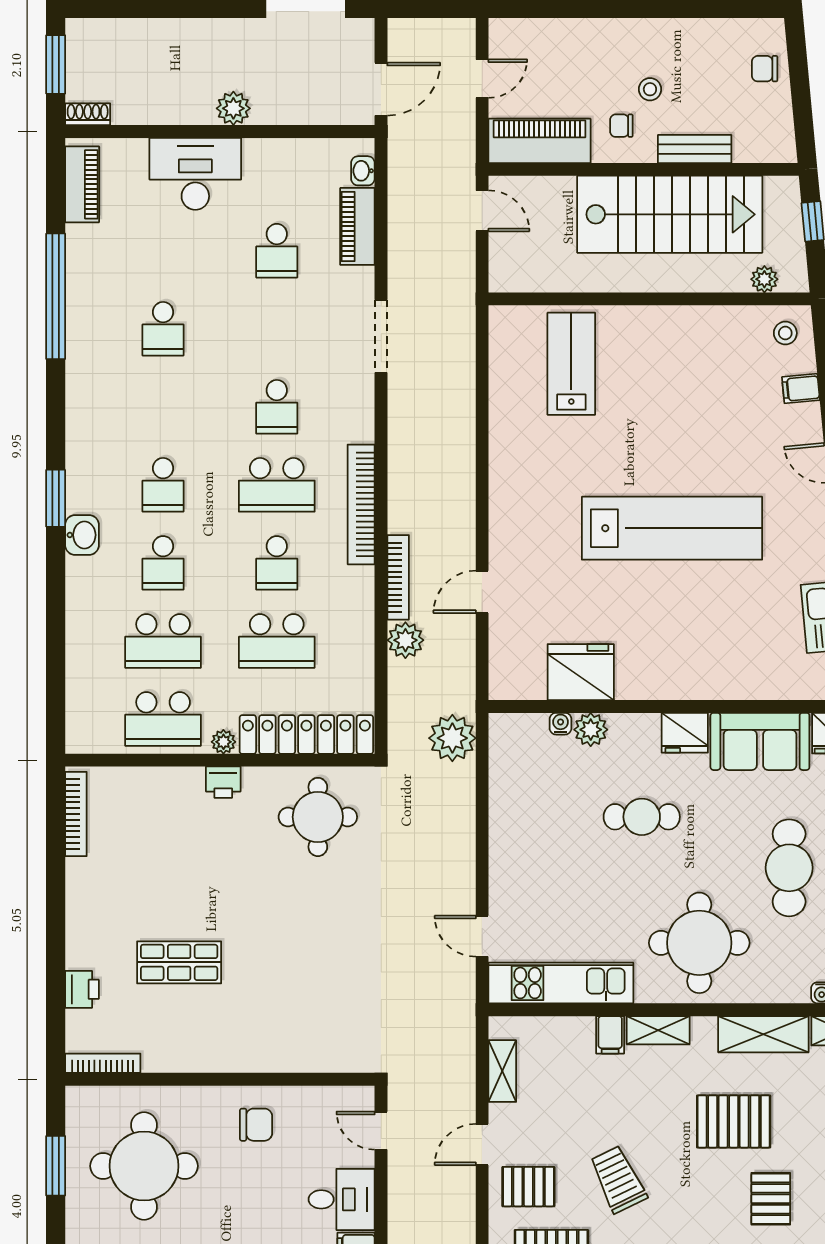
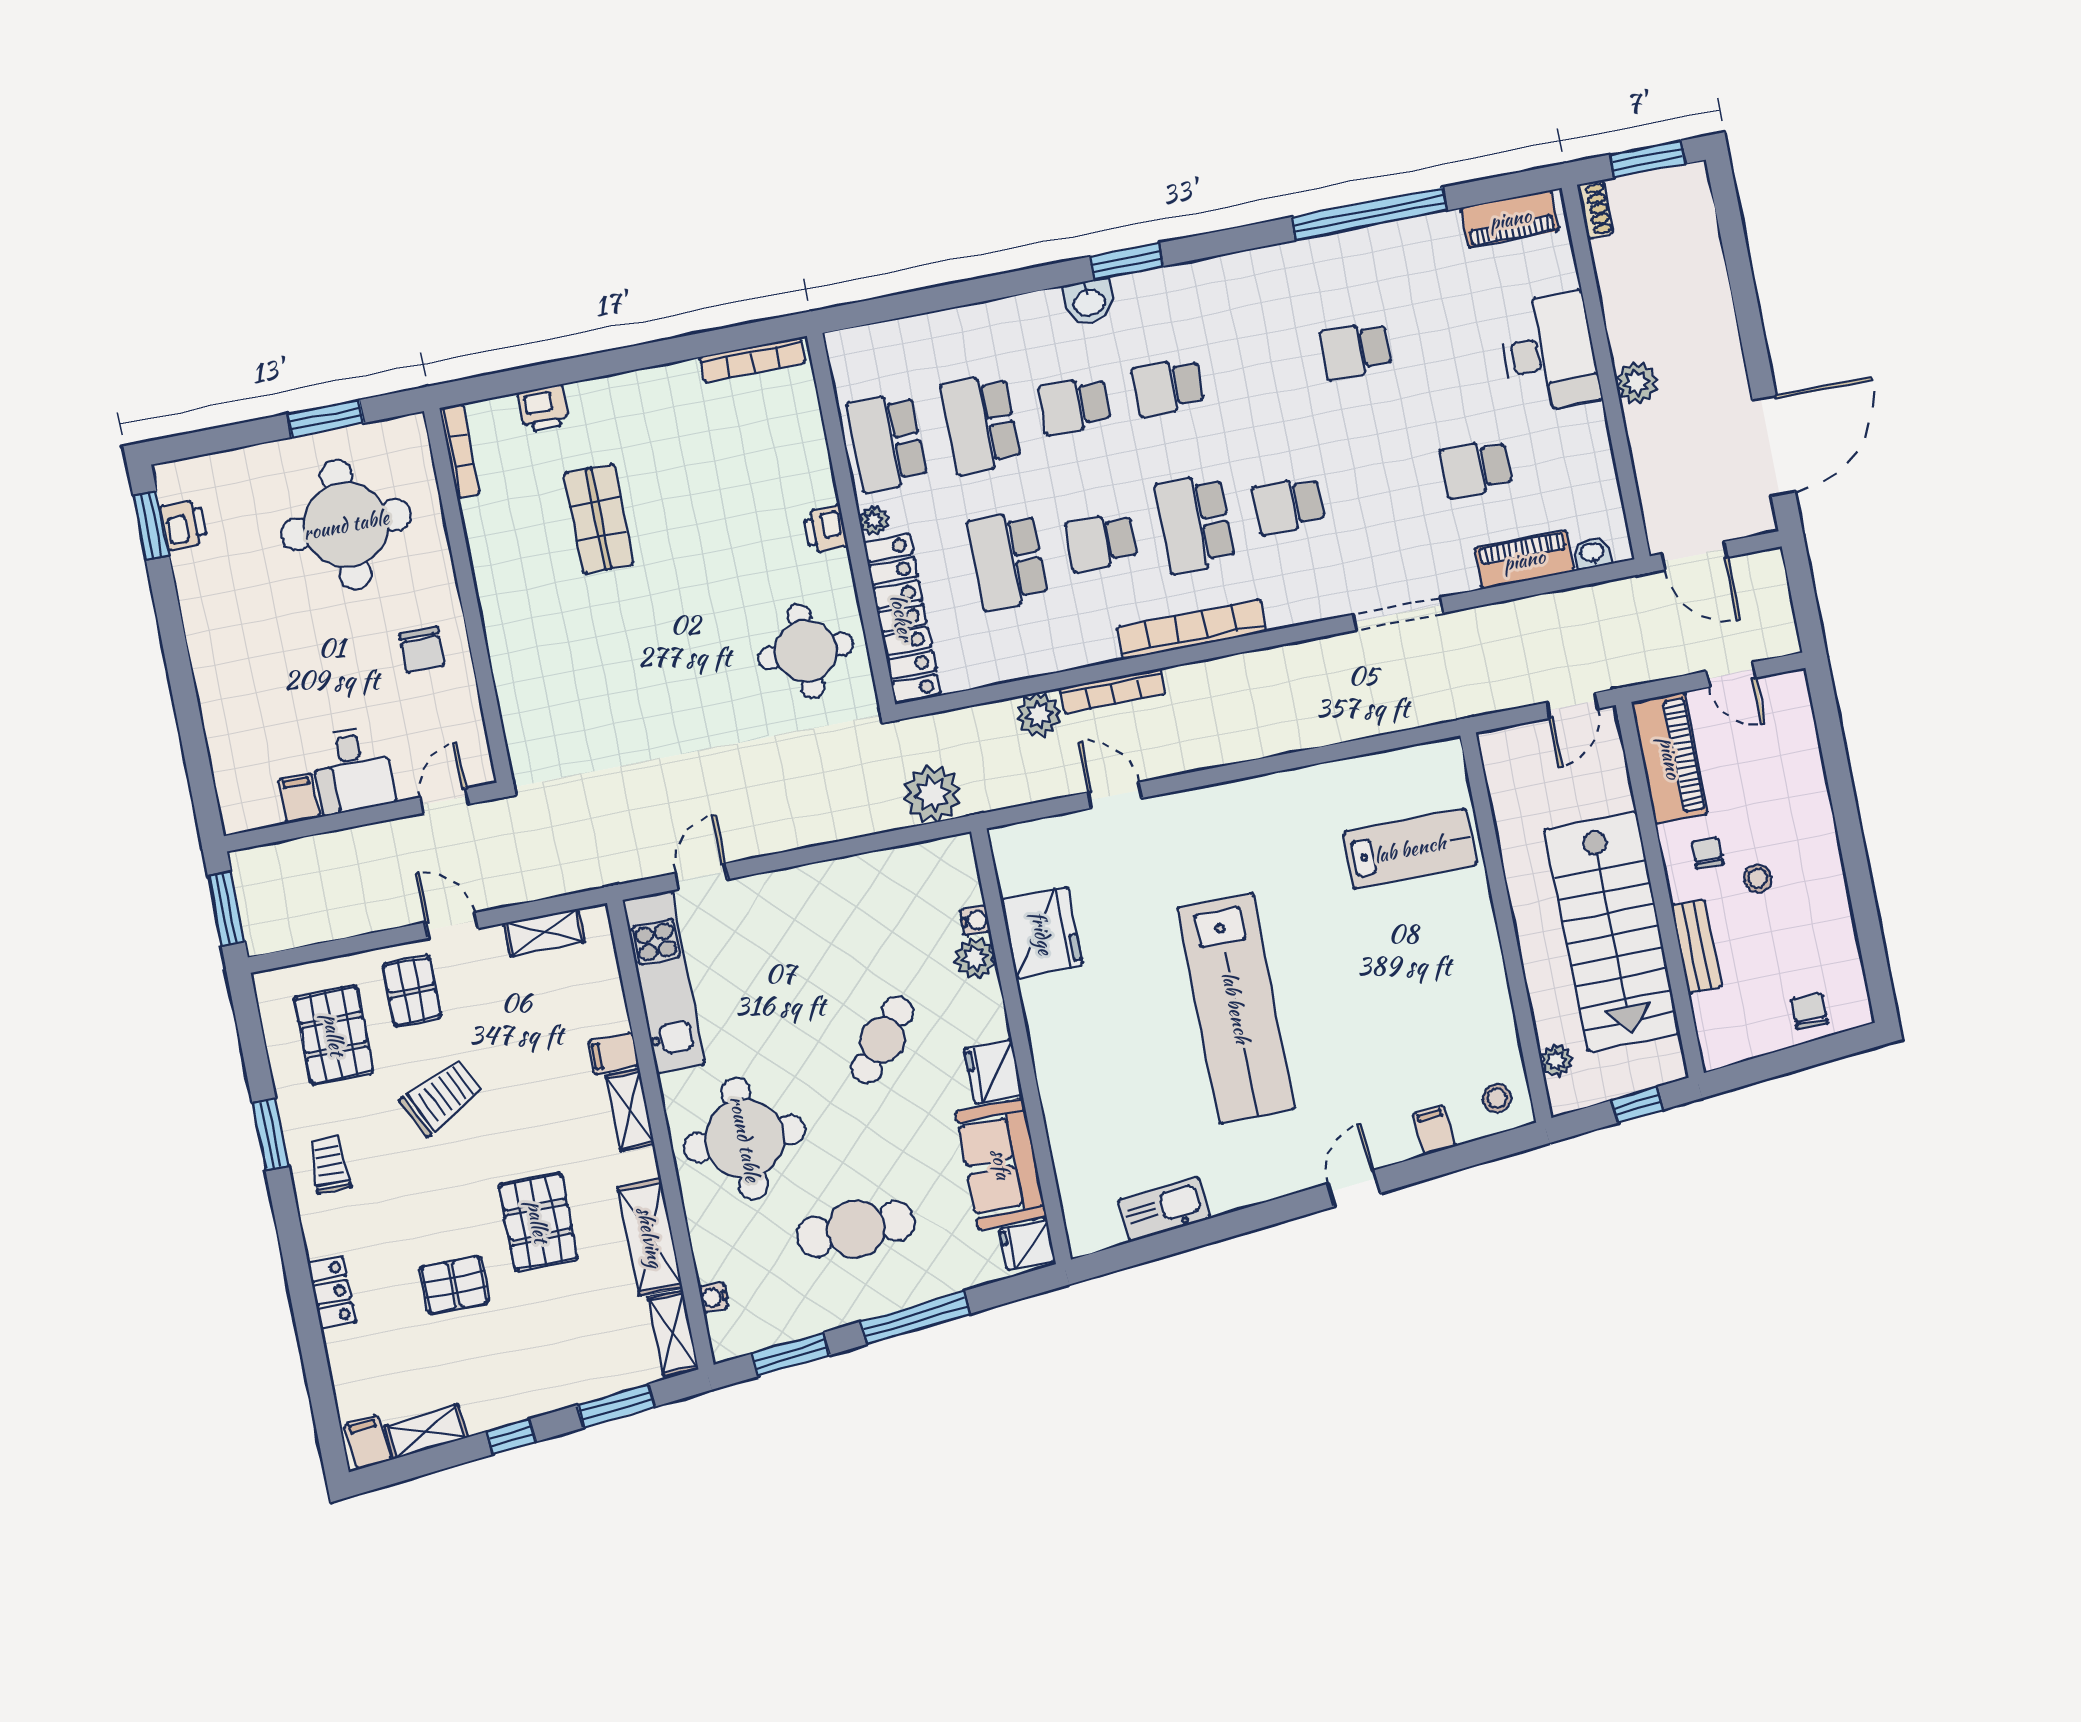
cafe table: (642, 817) -> (882, 1040), turned 40

